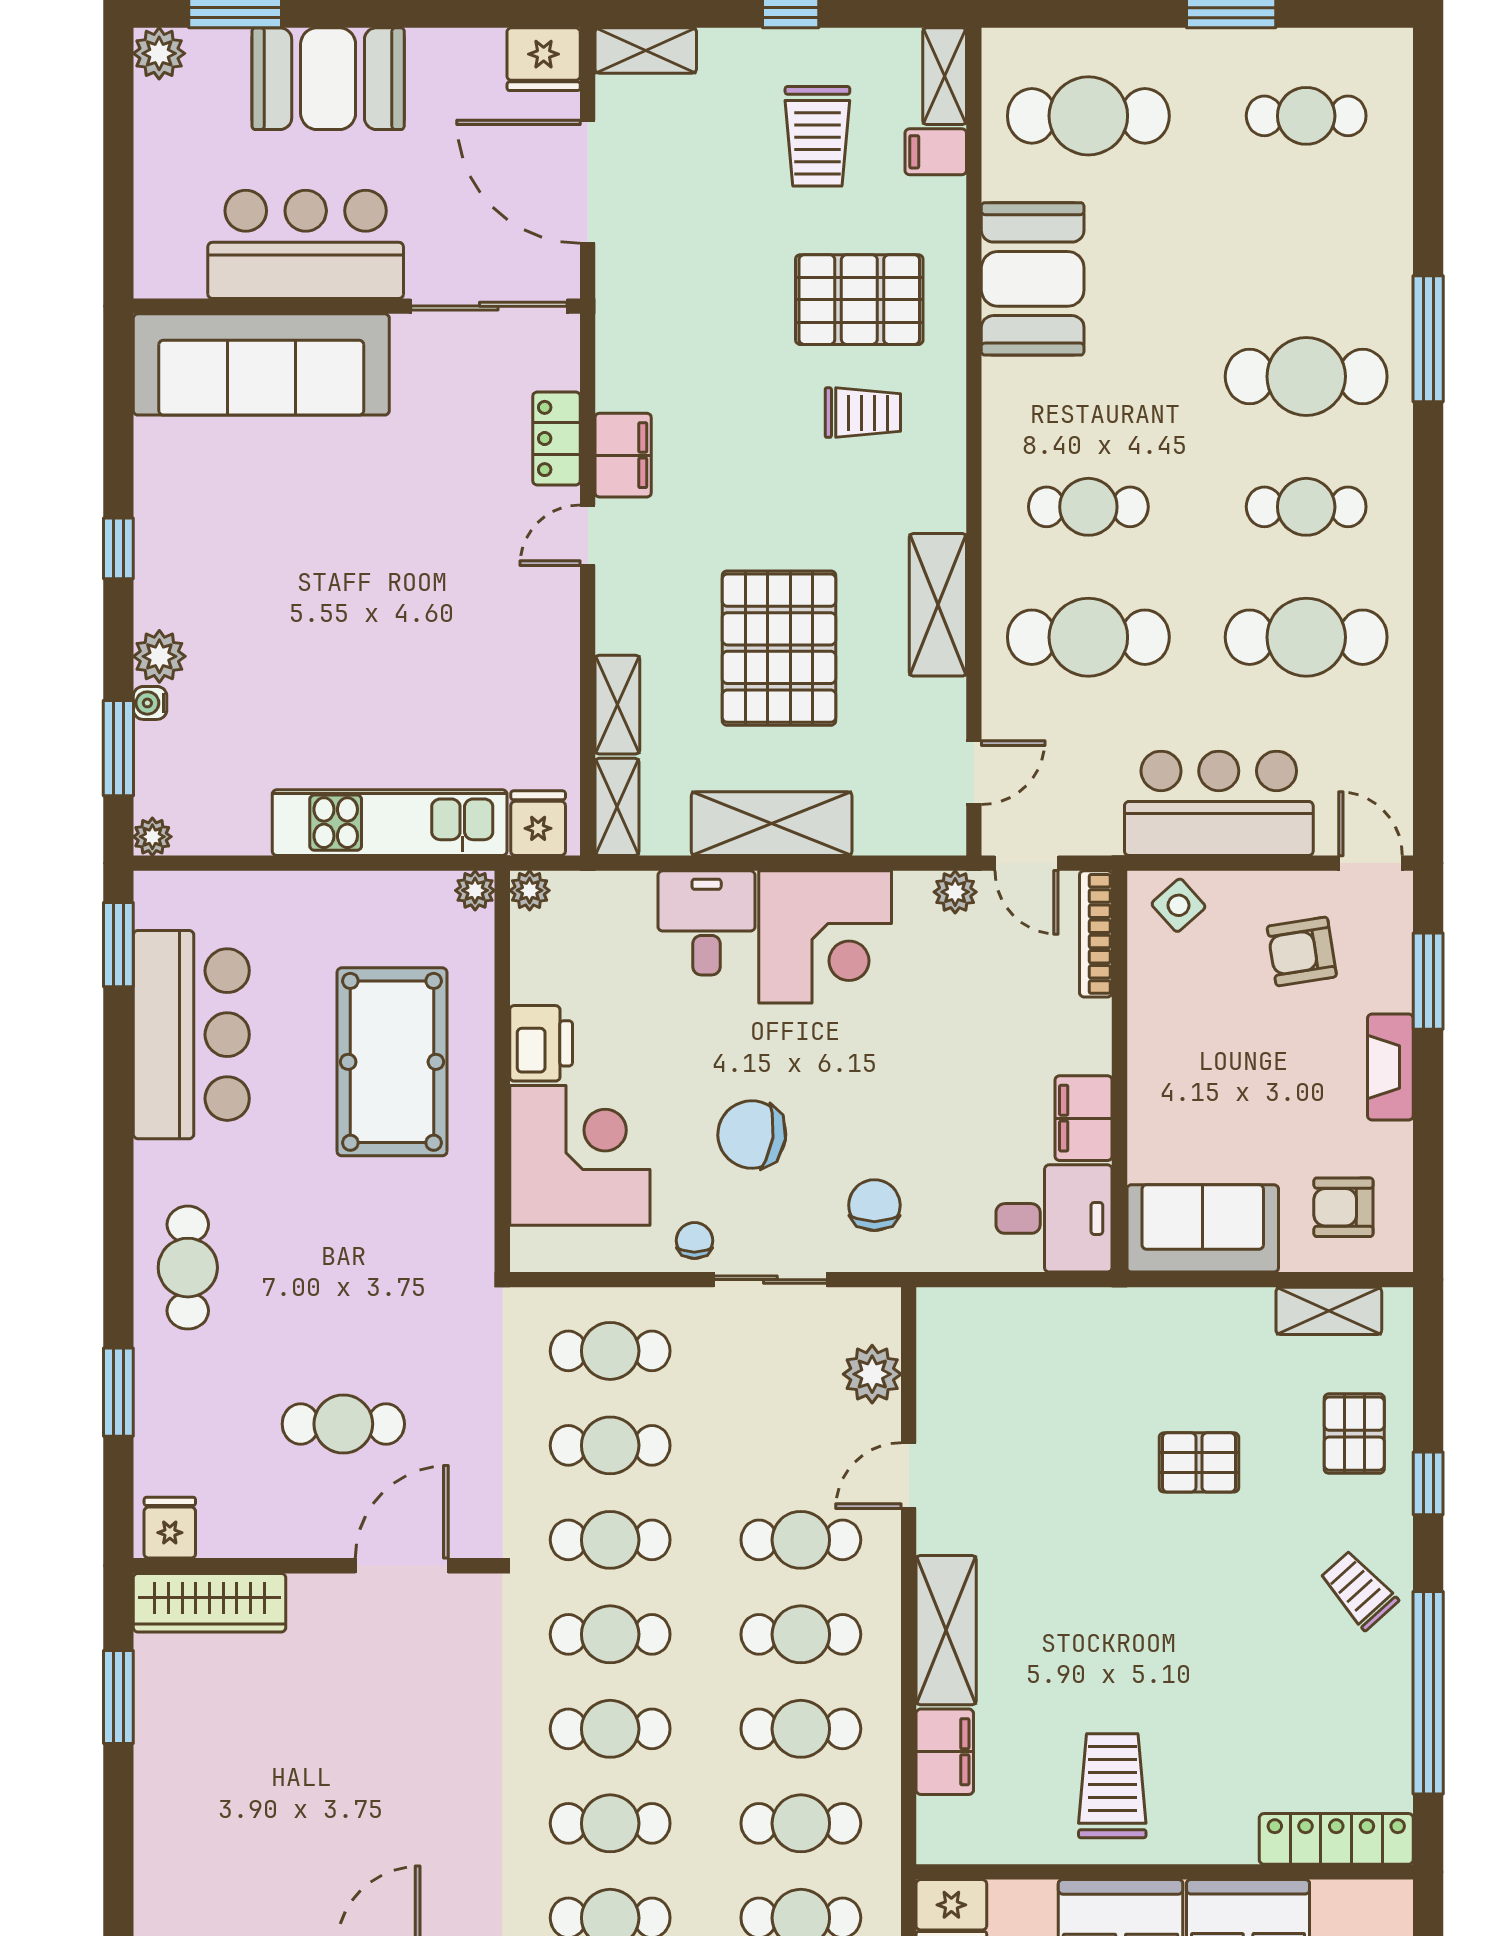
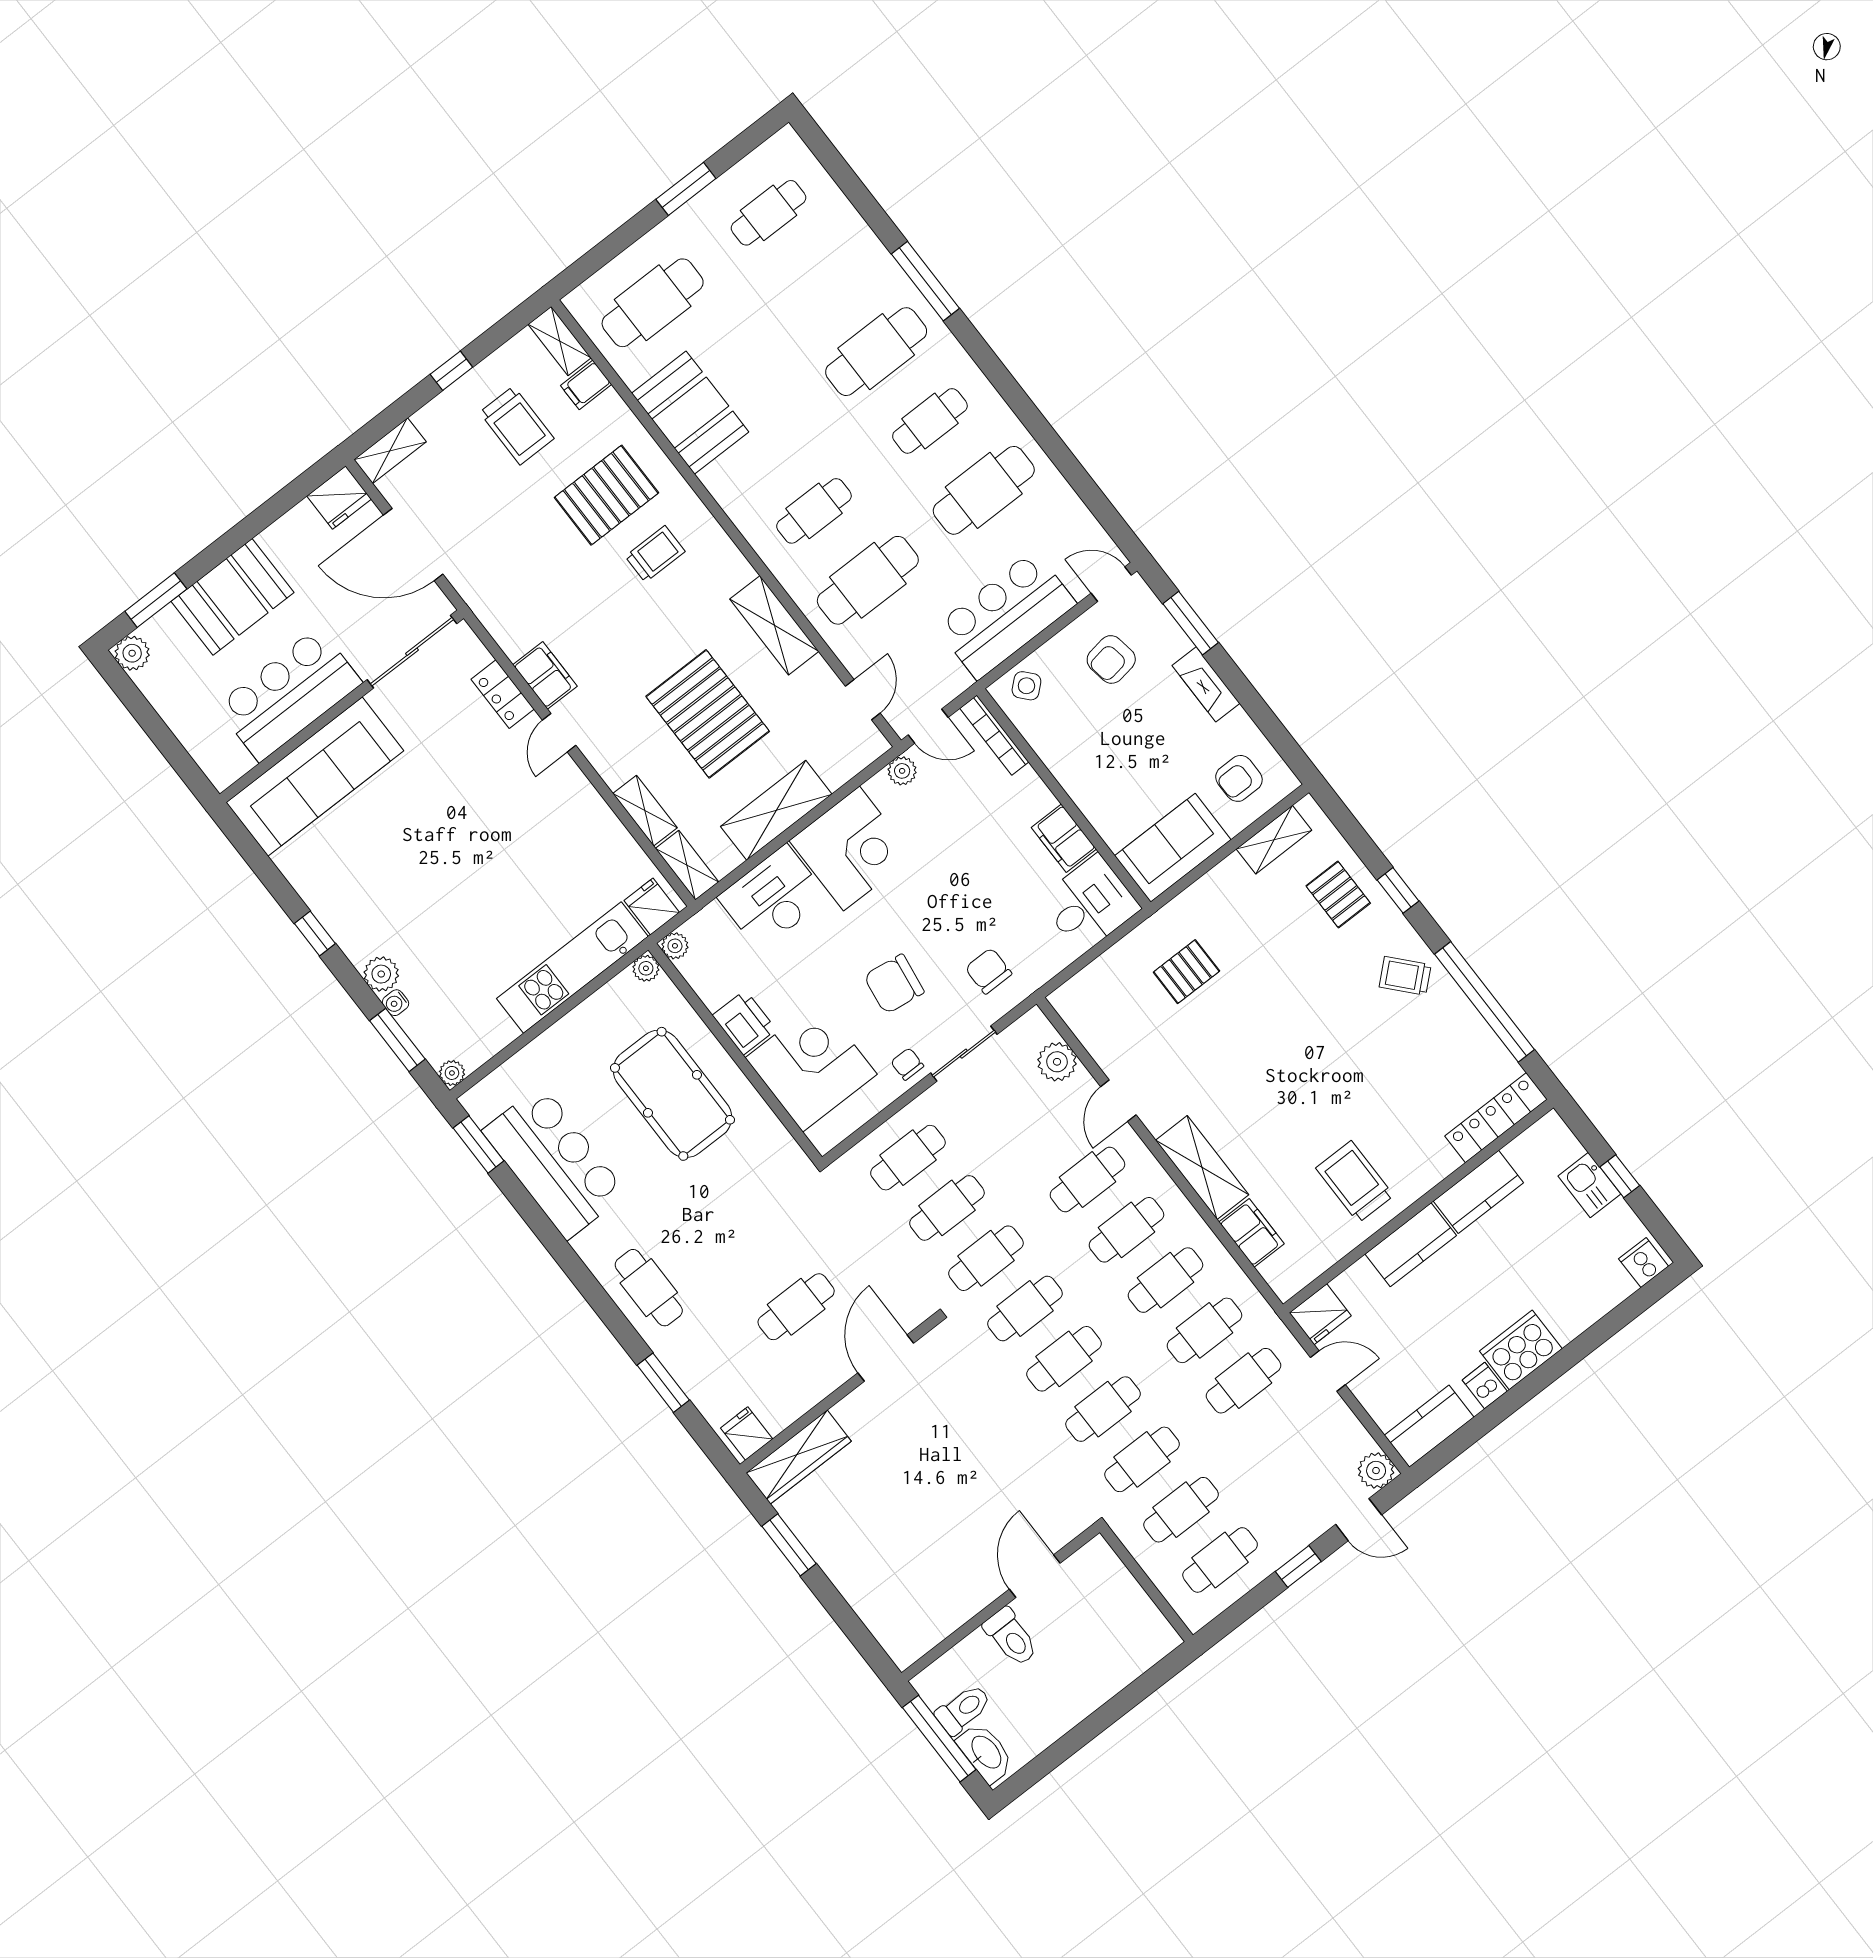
desk: (707, 923) -> (773, 897), width x1.37
pallet: (1199, 1462) -> (1186, 972), moved

